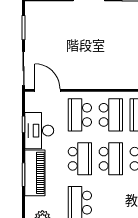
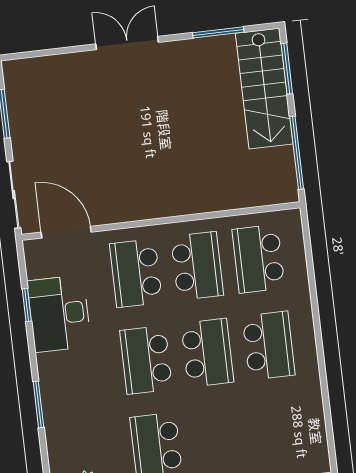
school desk: (80, 159) -> (146, 360), turned 180
piano: (35, 173) -> (60, 398), removed

